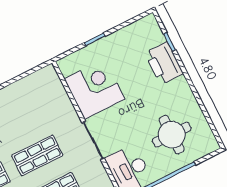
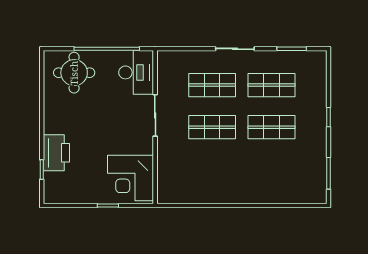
corner desk: (95, 89) -> (131, 178), moved
round table: (172, 135) -> (74, 73), moved

